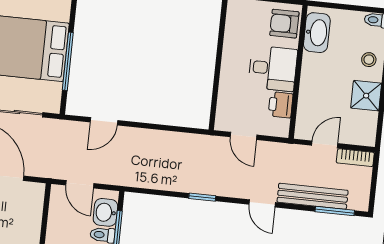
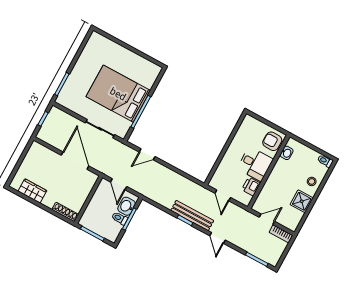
washbasin: (317, 33) -> (287, 153), width x0.52, depth x0.69
bench: (313, 196) -> (192, 216), moved

